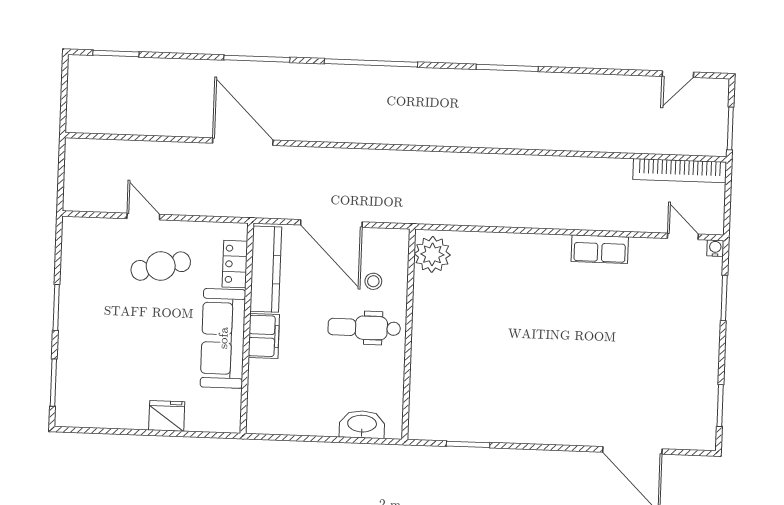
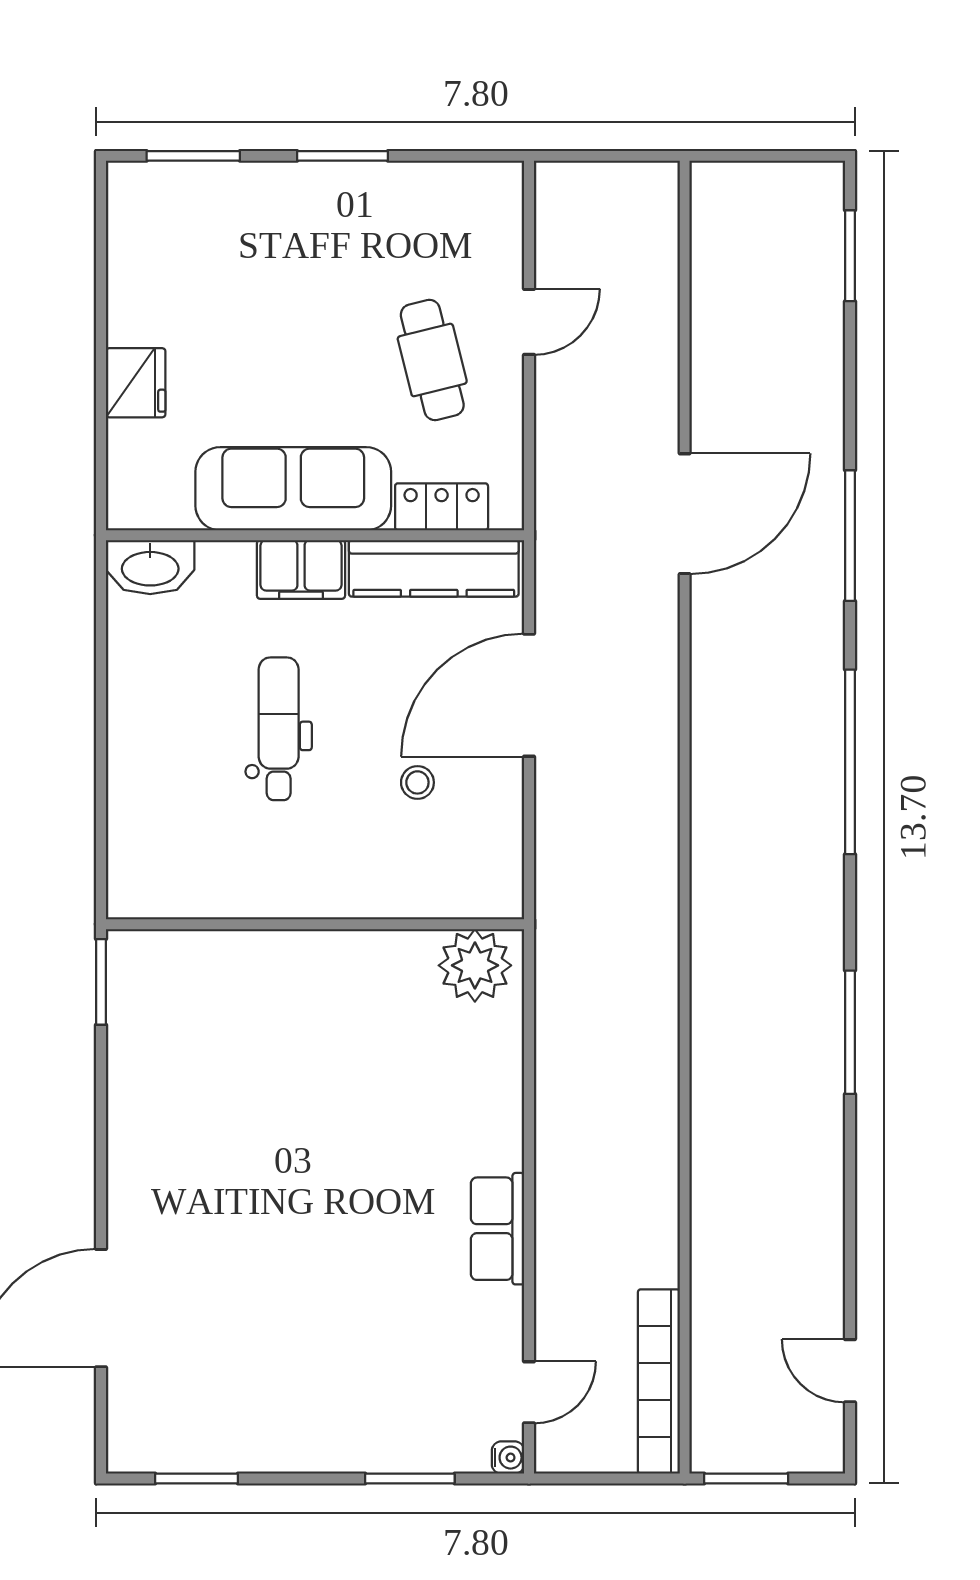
plant: (432, 254) -> (475, 965), moved
dental chair: (364, 328) -> (279, 729), moved
wall: (409, 334) -> (315, 924), moved
washbasin: (362, 424) -> (150, 567), moved, turned 90

